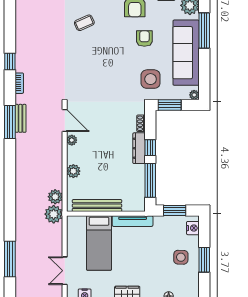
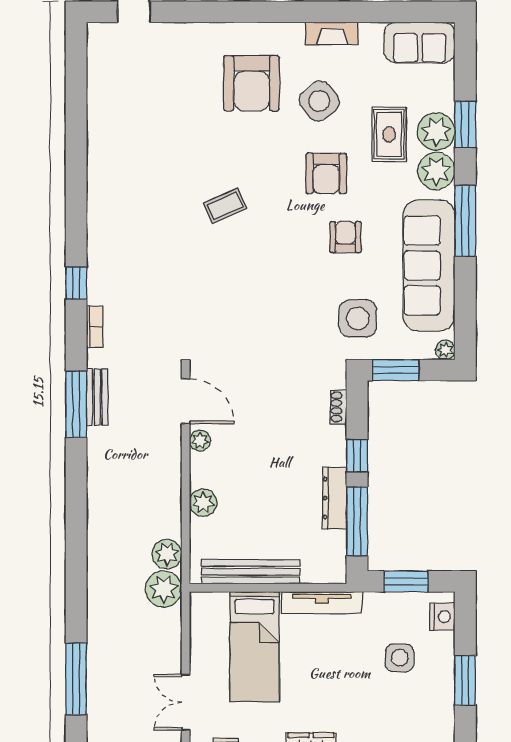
dresser: (139, 148) -> (335, 498), moved
side table: (181, 257) -> (400, 658), moved

